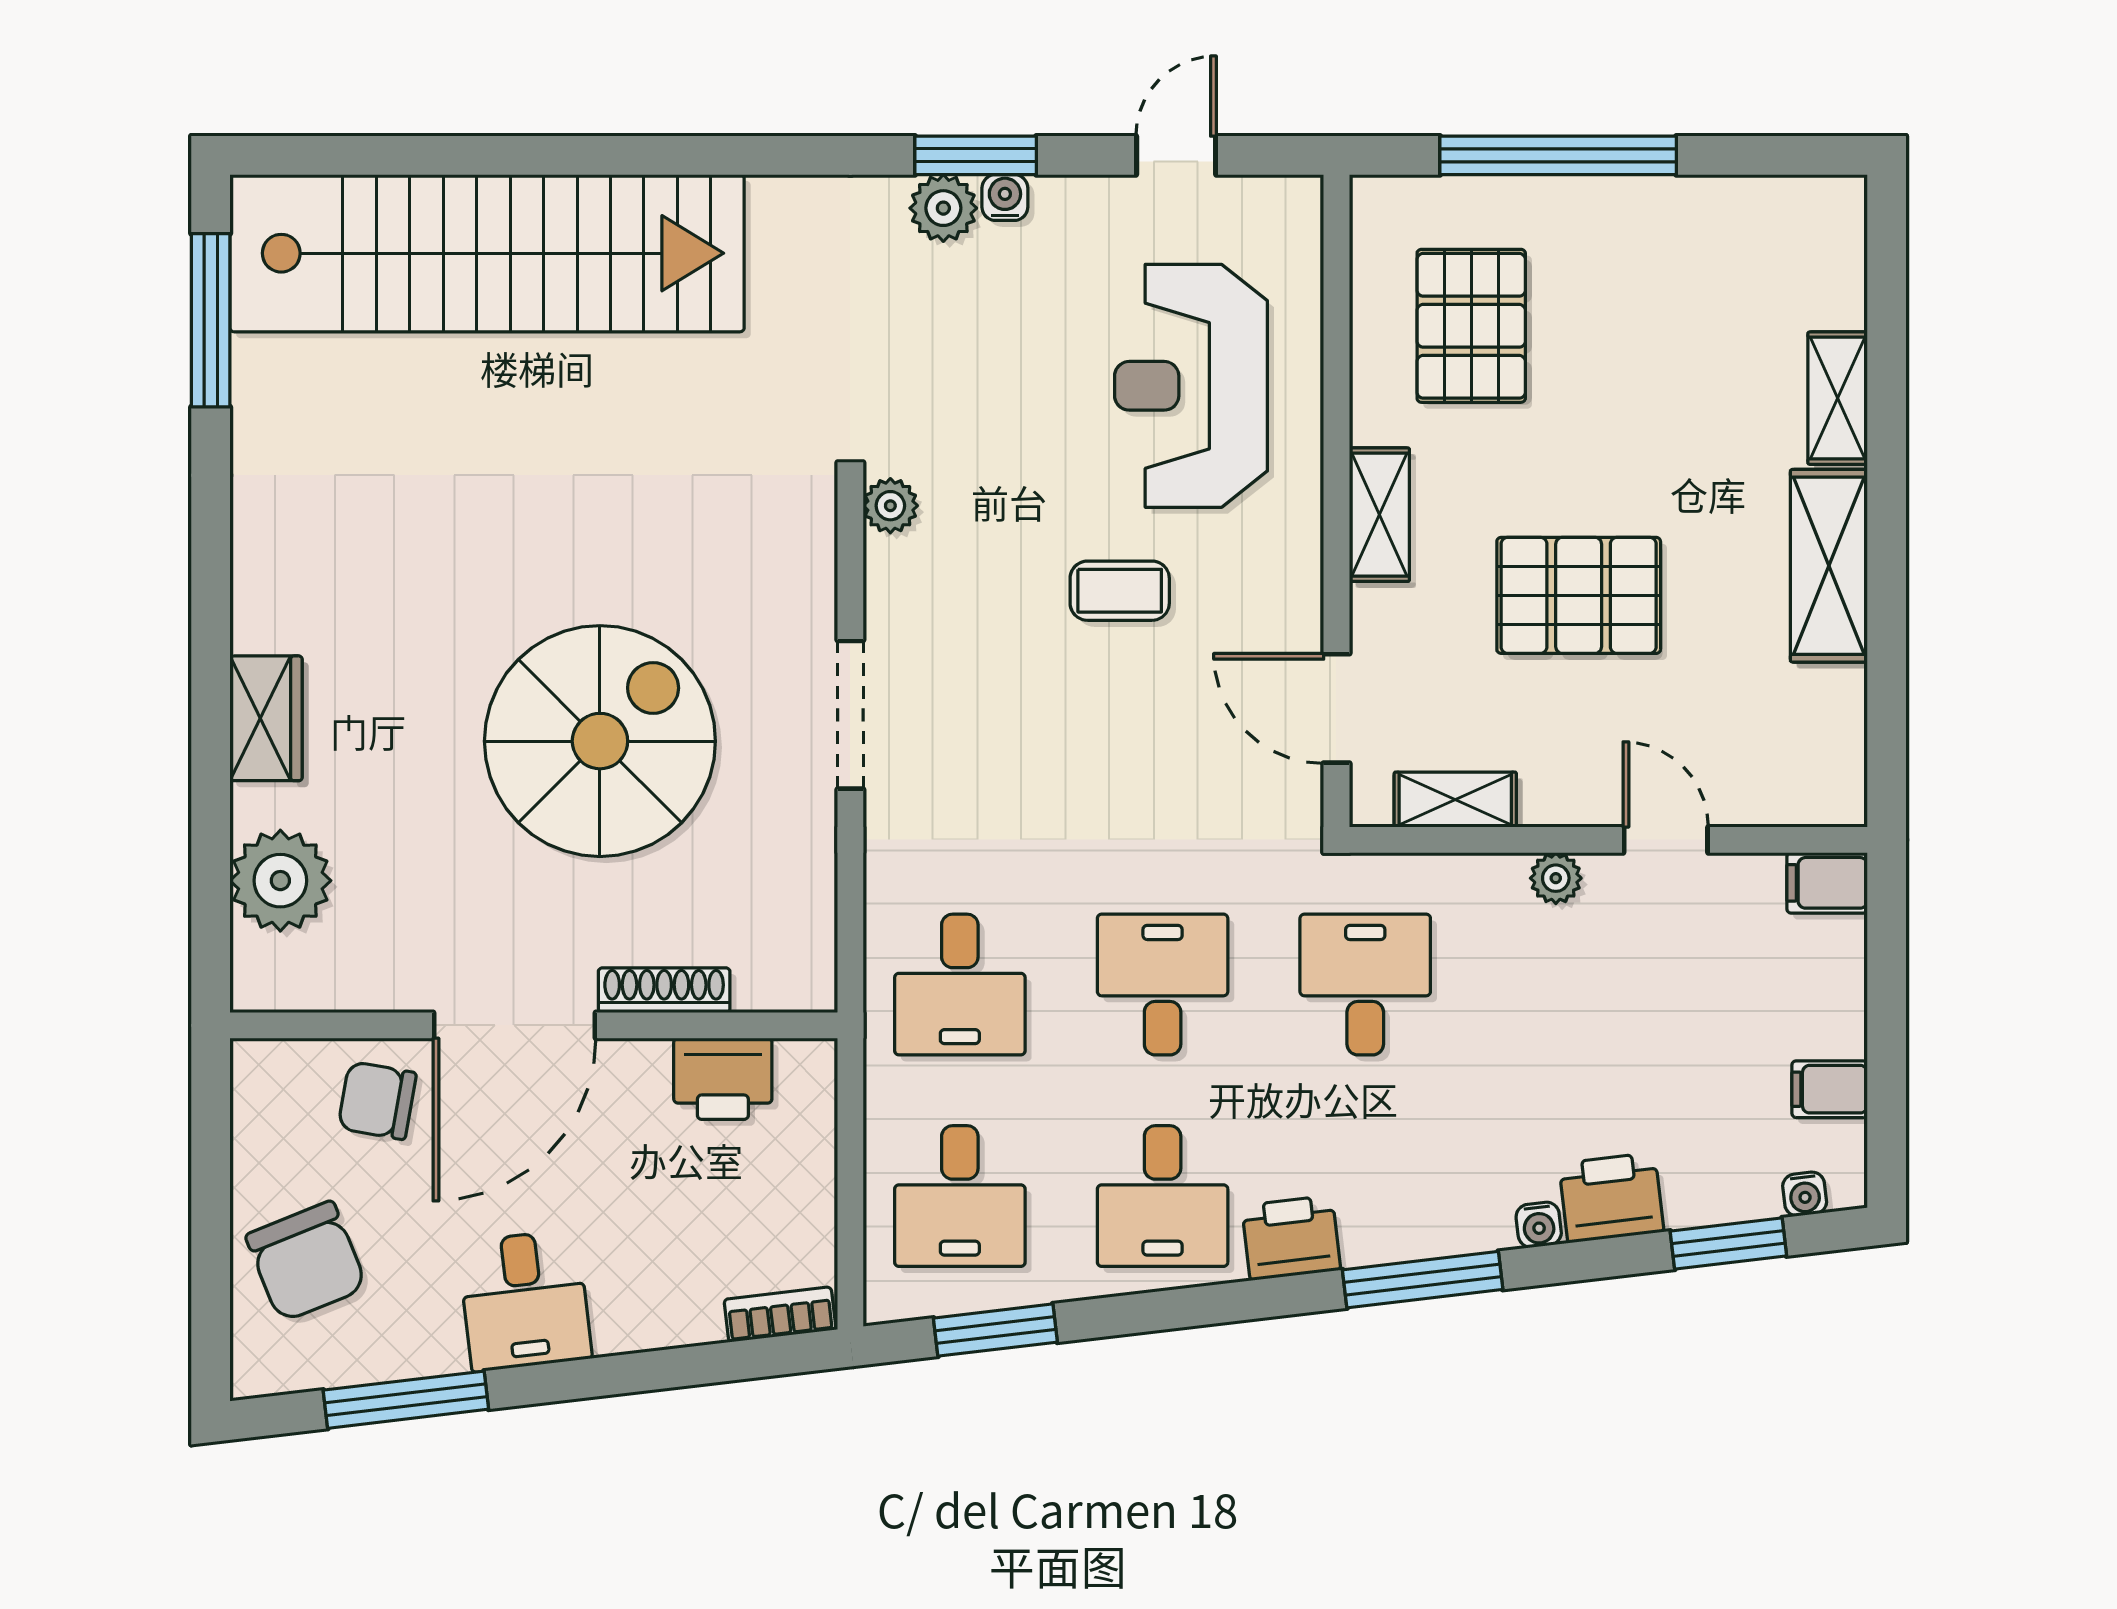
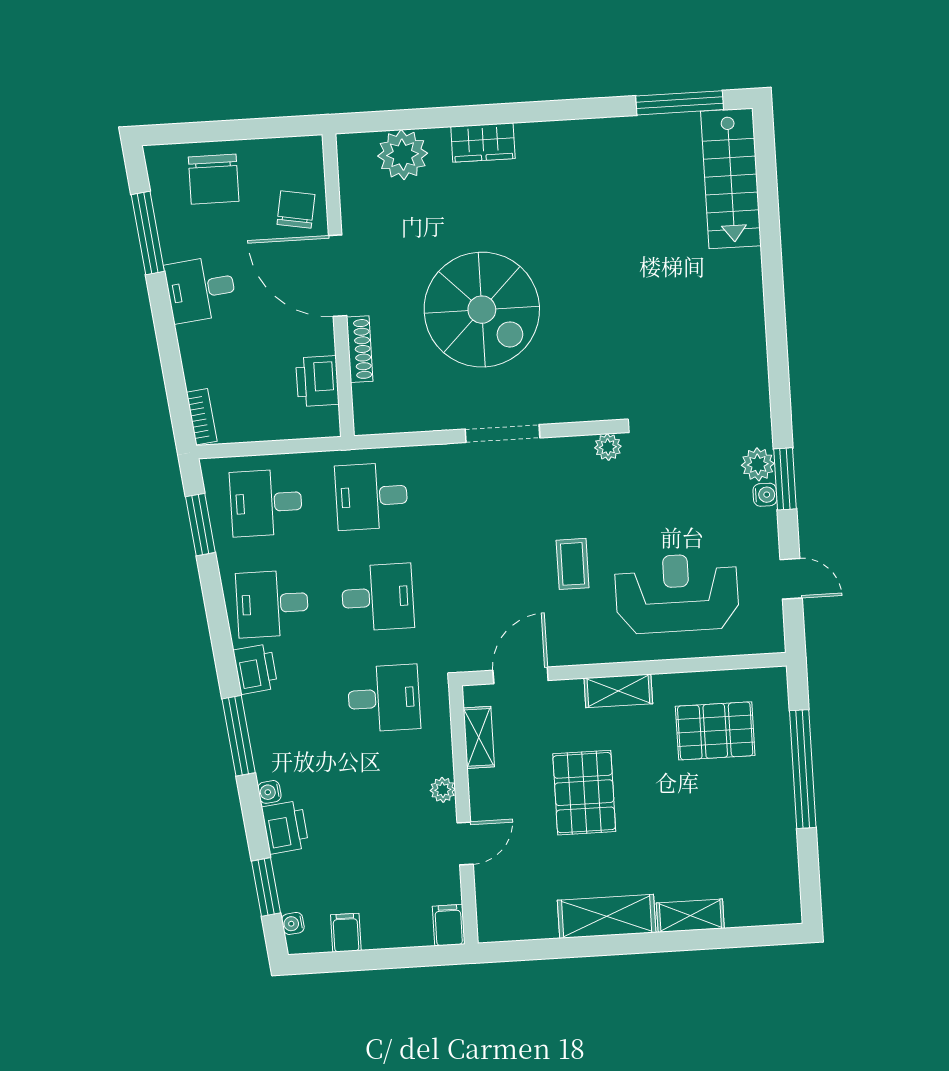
stairs: (487, 253) -> (731, 178), width x0.54, depth x0.66
chair: (306, 1261) -> (214, 179), turned -68

